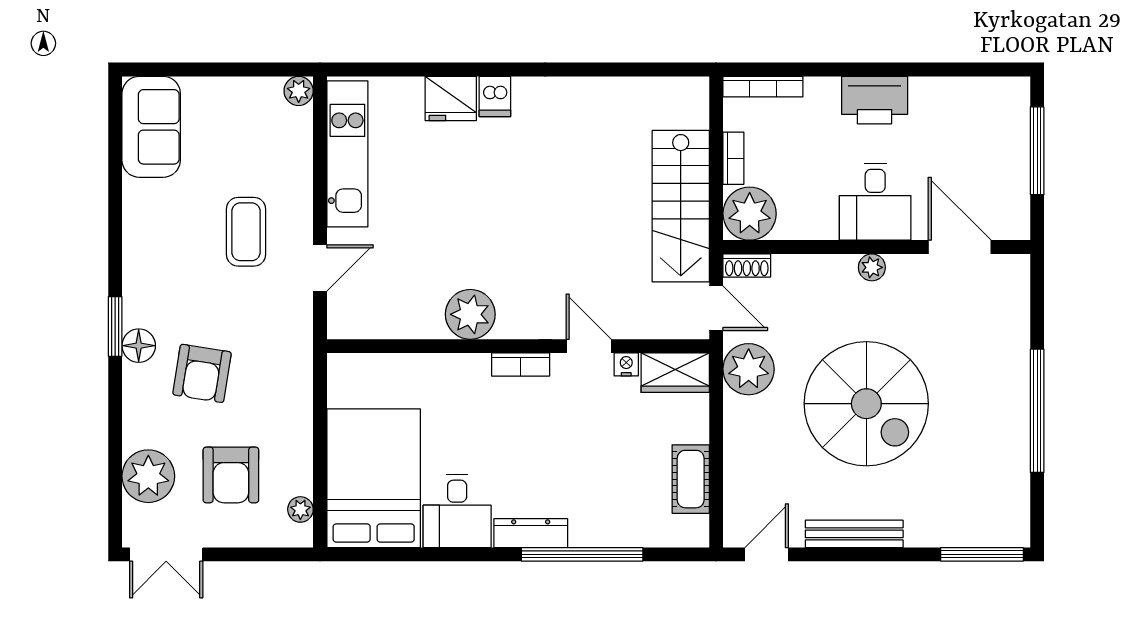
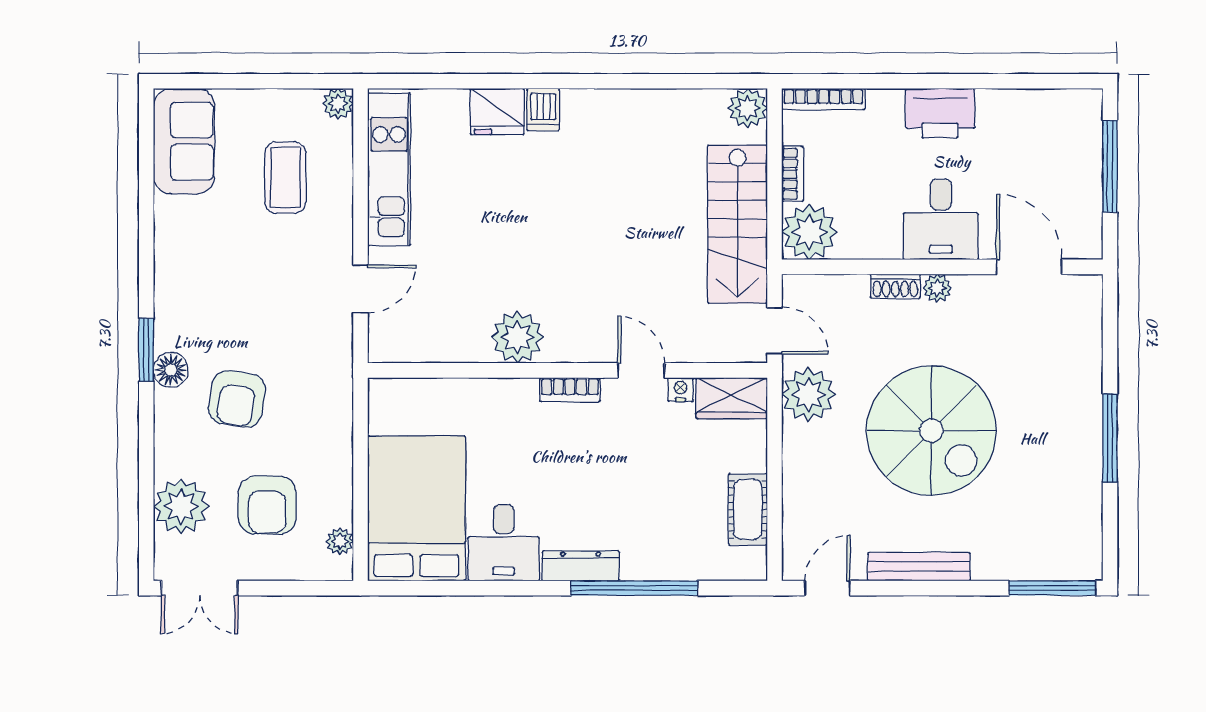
plant: (691, 95) -> (748, 108), added
coffee table: (246, 232) -> (285, 177), moved
shoe rack: (747, 265) -> (895, 286), moved
window: (1037, 411) -> (1110, 438), width x0.68

